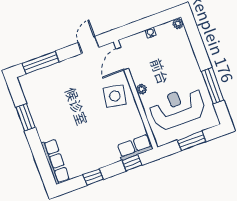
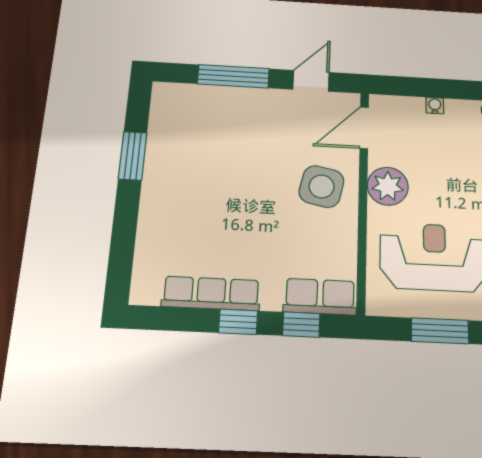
window: (41, 62) -> (233, 76), moved
plant: (141, 89) -> (388, 186), width x1.87, depth x1.87
row of seats: (55, 161) -> (211, 293), moved, turned -90
window: (93, 177) -> (238, 322), moved

